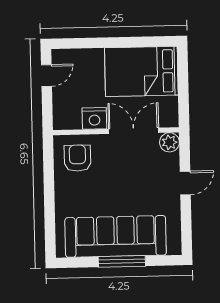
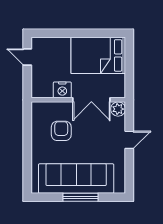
door: (46, 75) -> (27, 57), swing flipped
double door: (134, 131) -> (91, 100), swing flipped
armchair: (77, 158) -> (61, 131), moved

